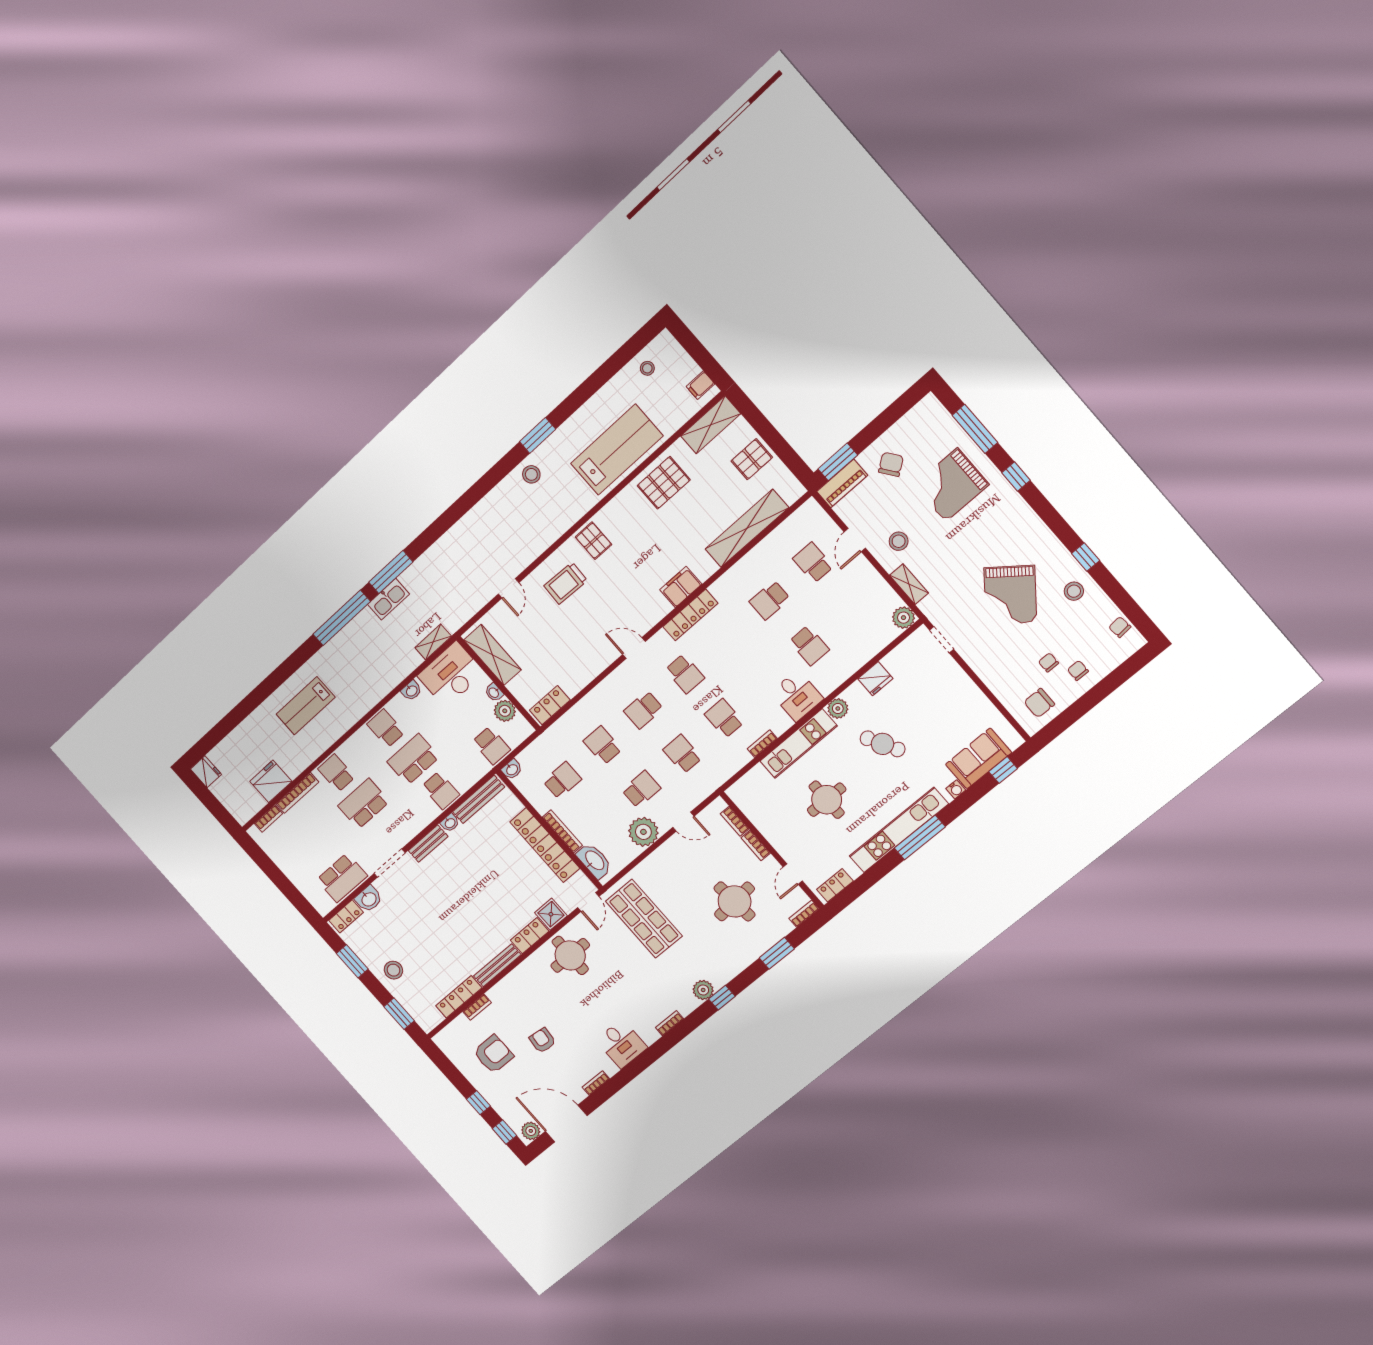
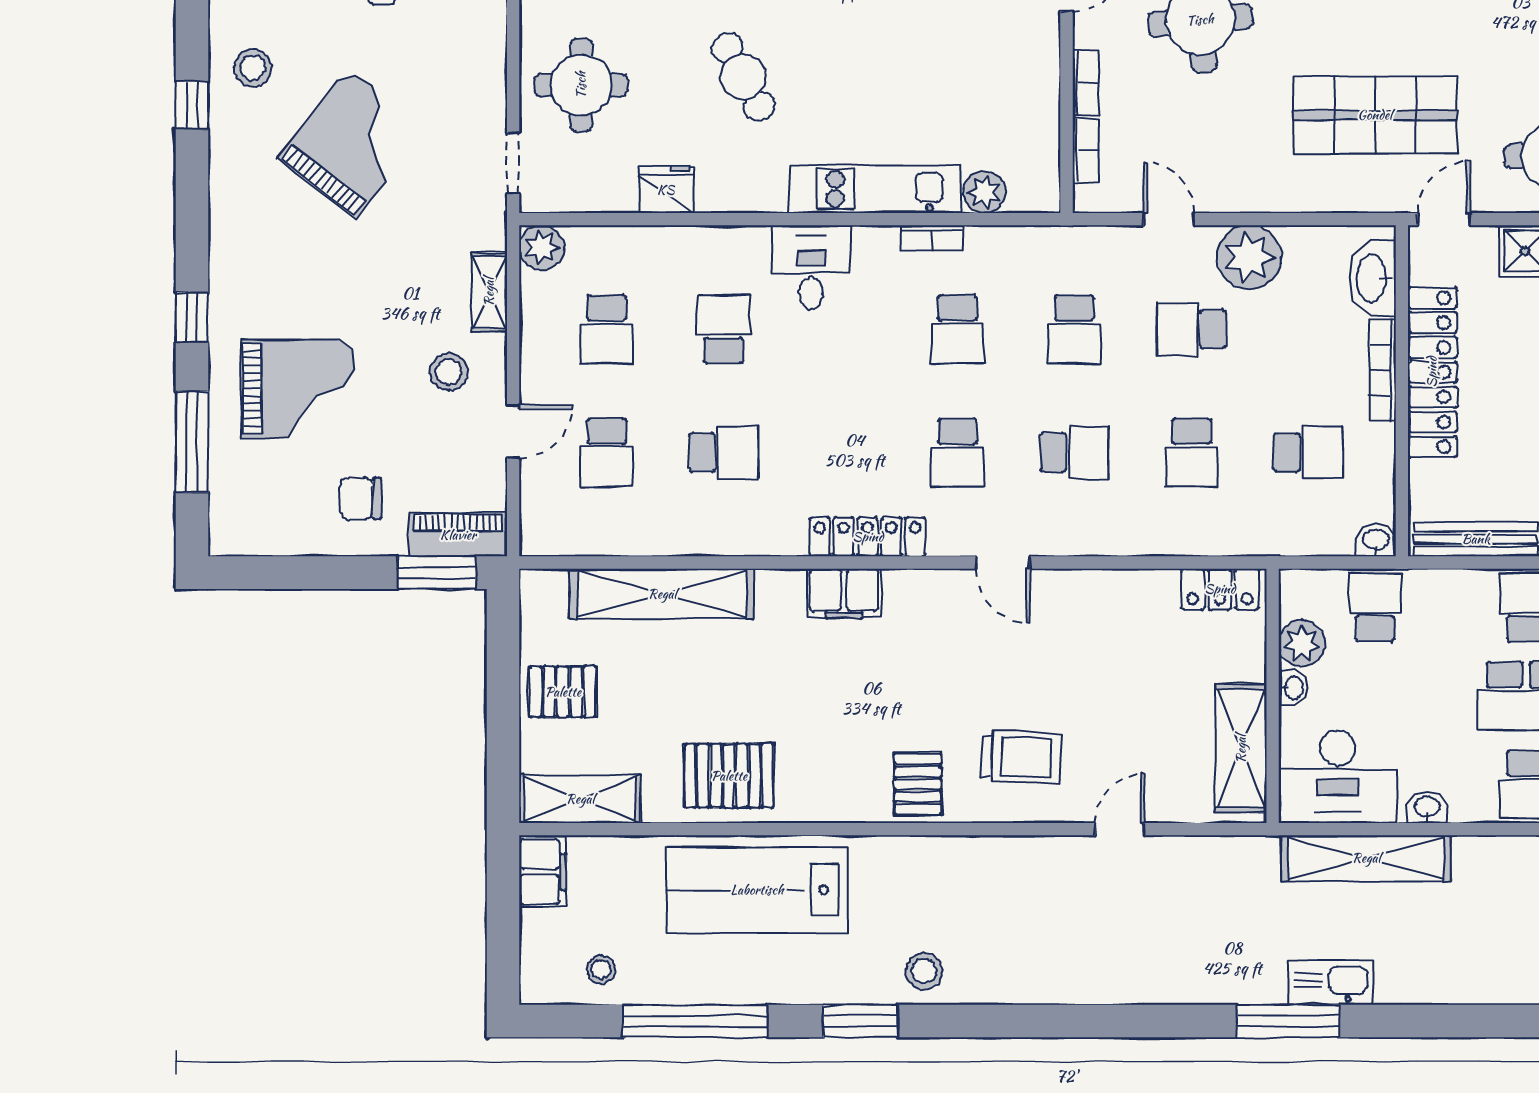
filing cabinet: (701, 385) -> (543, 872), width x2.00
chair: (891, 464) -> (360, 499), turned 36
school desk: (853, 608) -> (607, 329), added
window: (342, 618) -> (695, 1021), moved
shelving: (433, 642) -> (1366, 858), width x2.20, depth x1.33
school desk: (685, 674) -> (957, 453), turned 180
plant: (838, 708) -> (984, 192), moved
school desk: (562, 780) -> (1308, 453), turned 180
round table: (827, 800) -> (581, 85), moved
shop shelf: (644, 919) -> (1375, 115), turned 90

